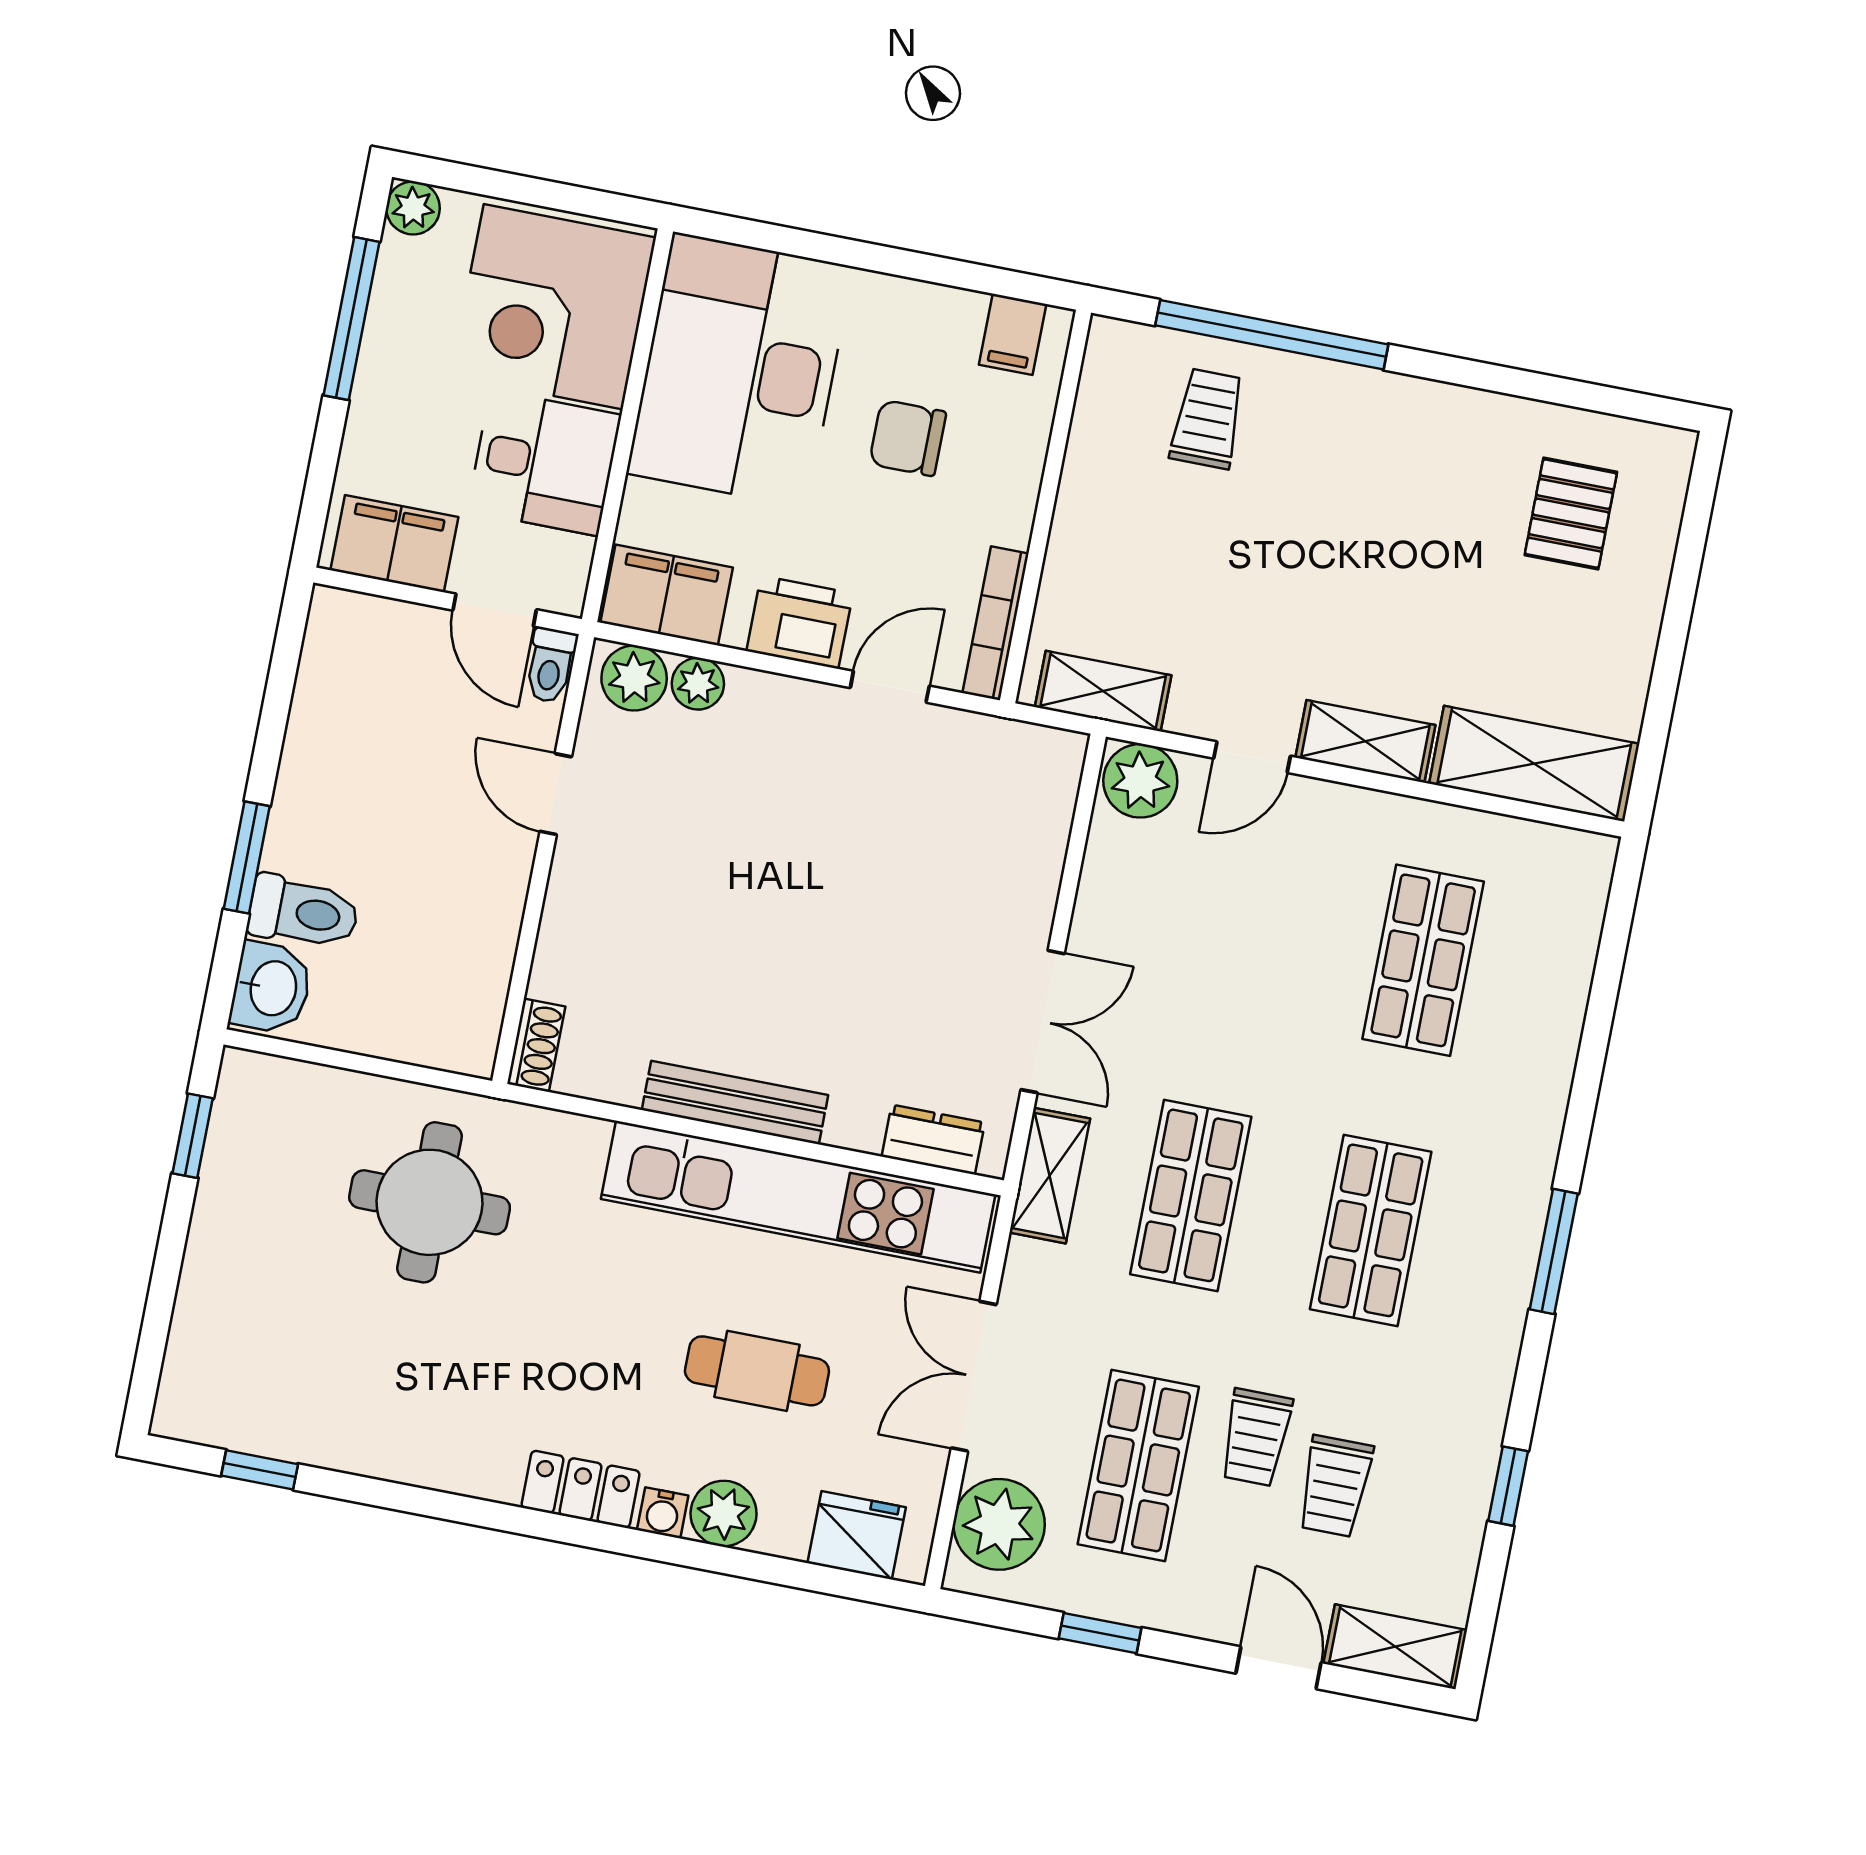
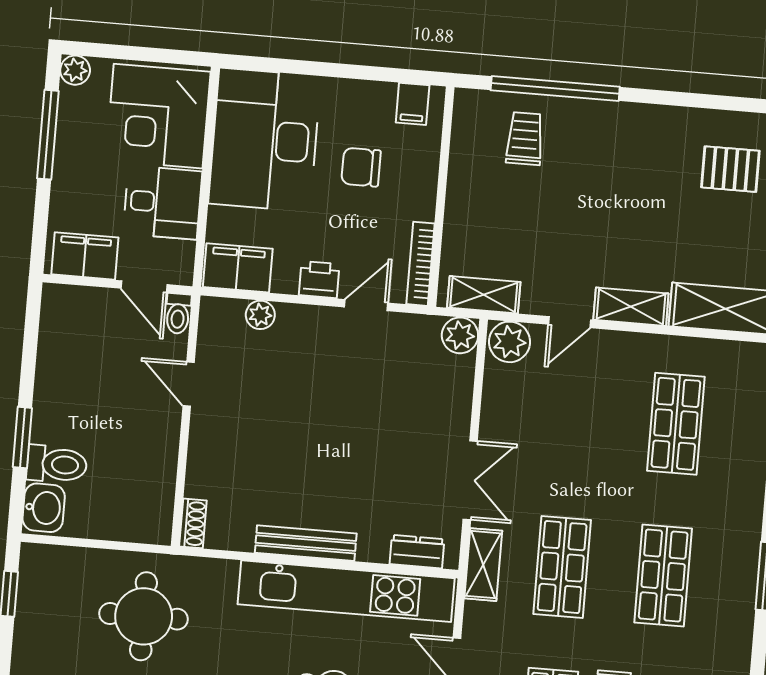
pallet: (1571, 514) -> (730, 169), turned 90
printer: (800, 622) -> (319, 280), width x0.73, depth x0.81
plant: (634, 678) -> (460, 335), moved

